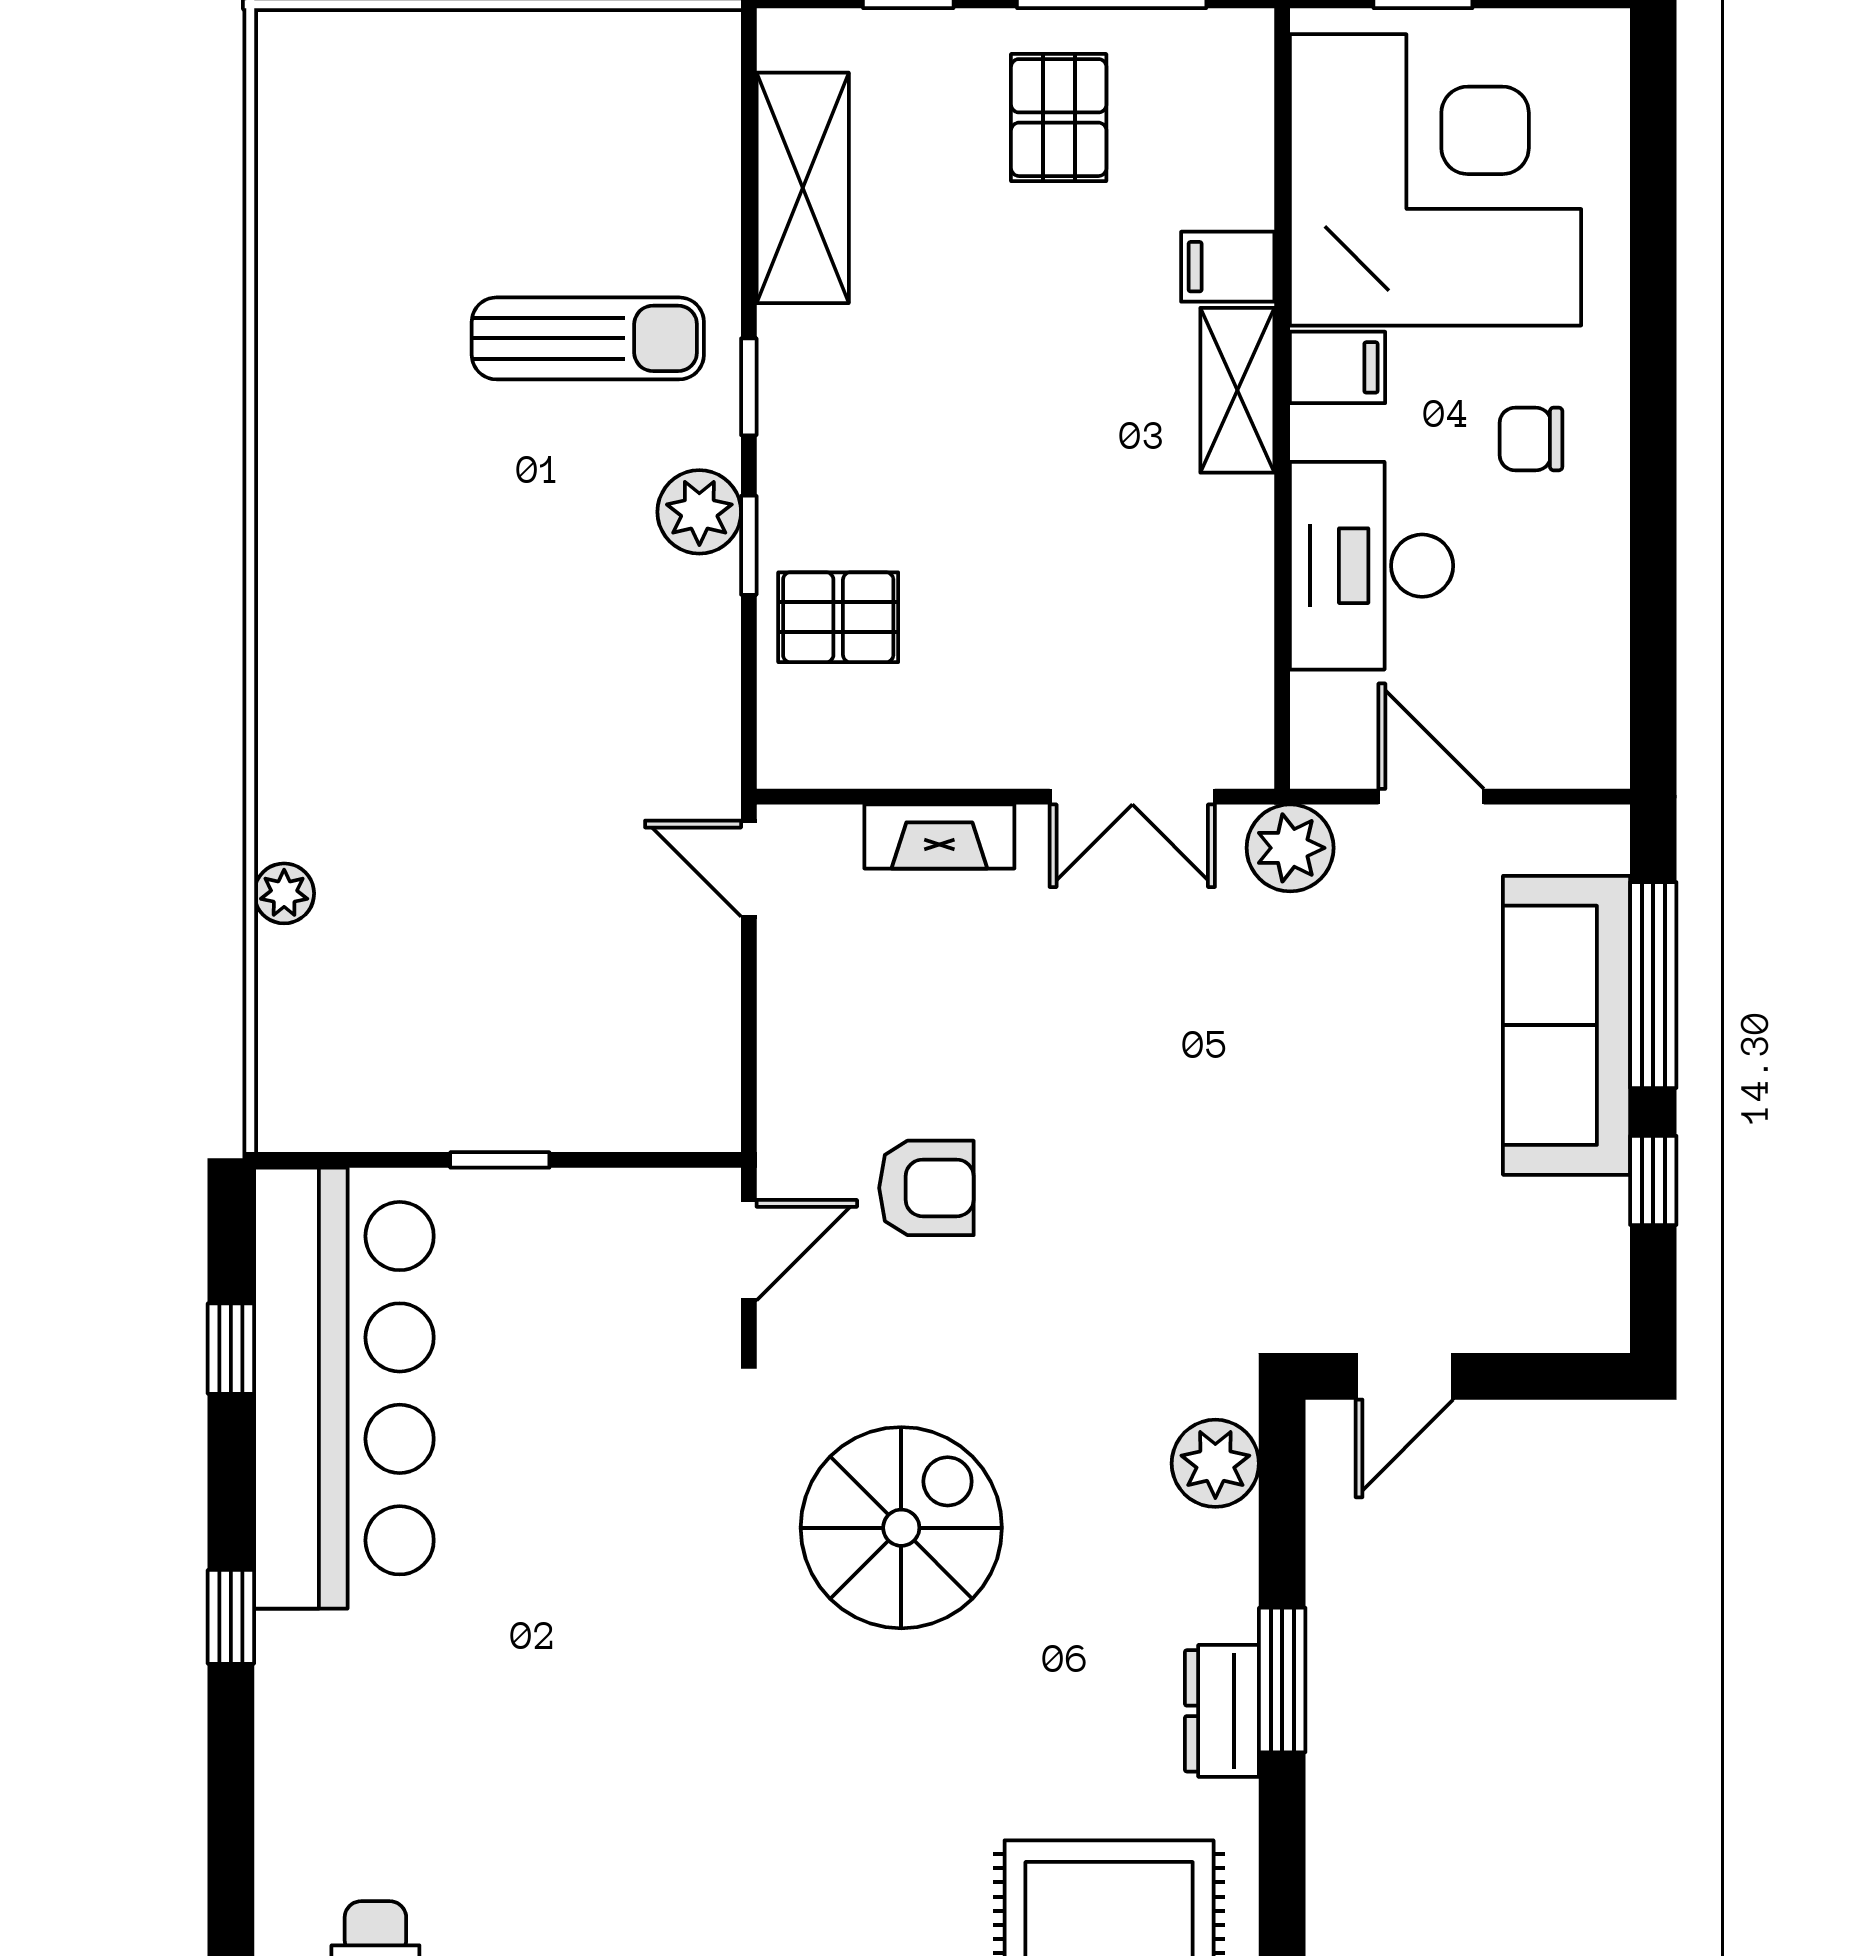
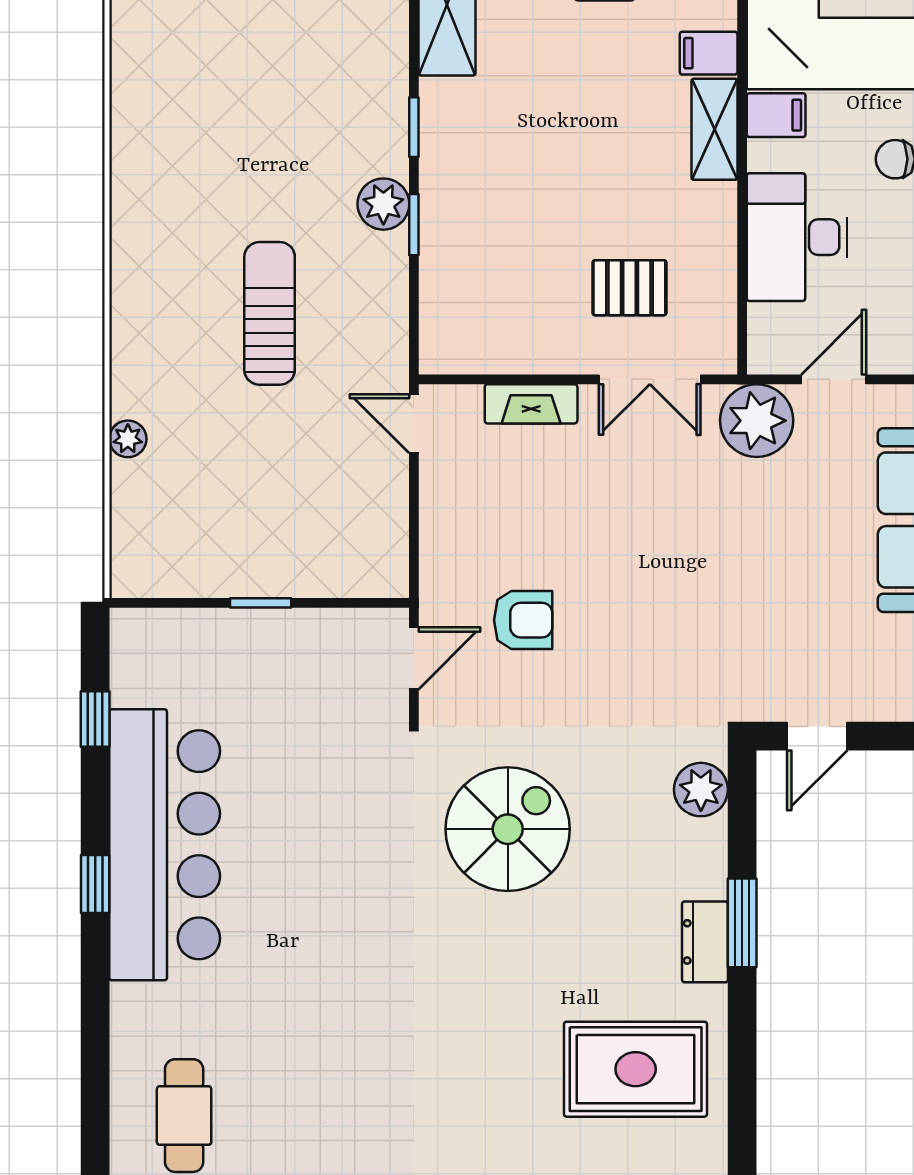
sun lounger: (588, 338) -> (270, 313), moved, turned -90
pallet: (838, 617) -> (629, 288), moved
door: (1431, 797) -> (834, 379), hinge flipped
plant: (1290, 848) -> (757, 421), width x1.36, depth x1.36
bar counter: (344, 1388) -> (165, 845), moved

